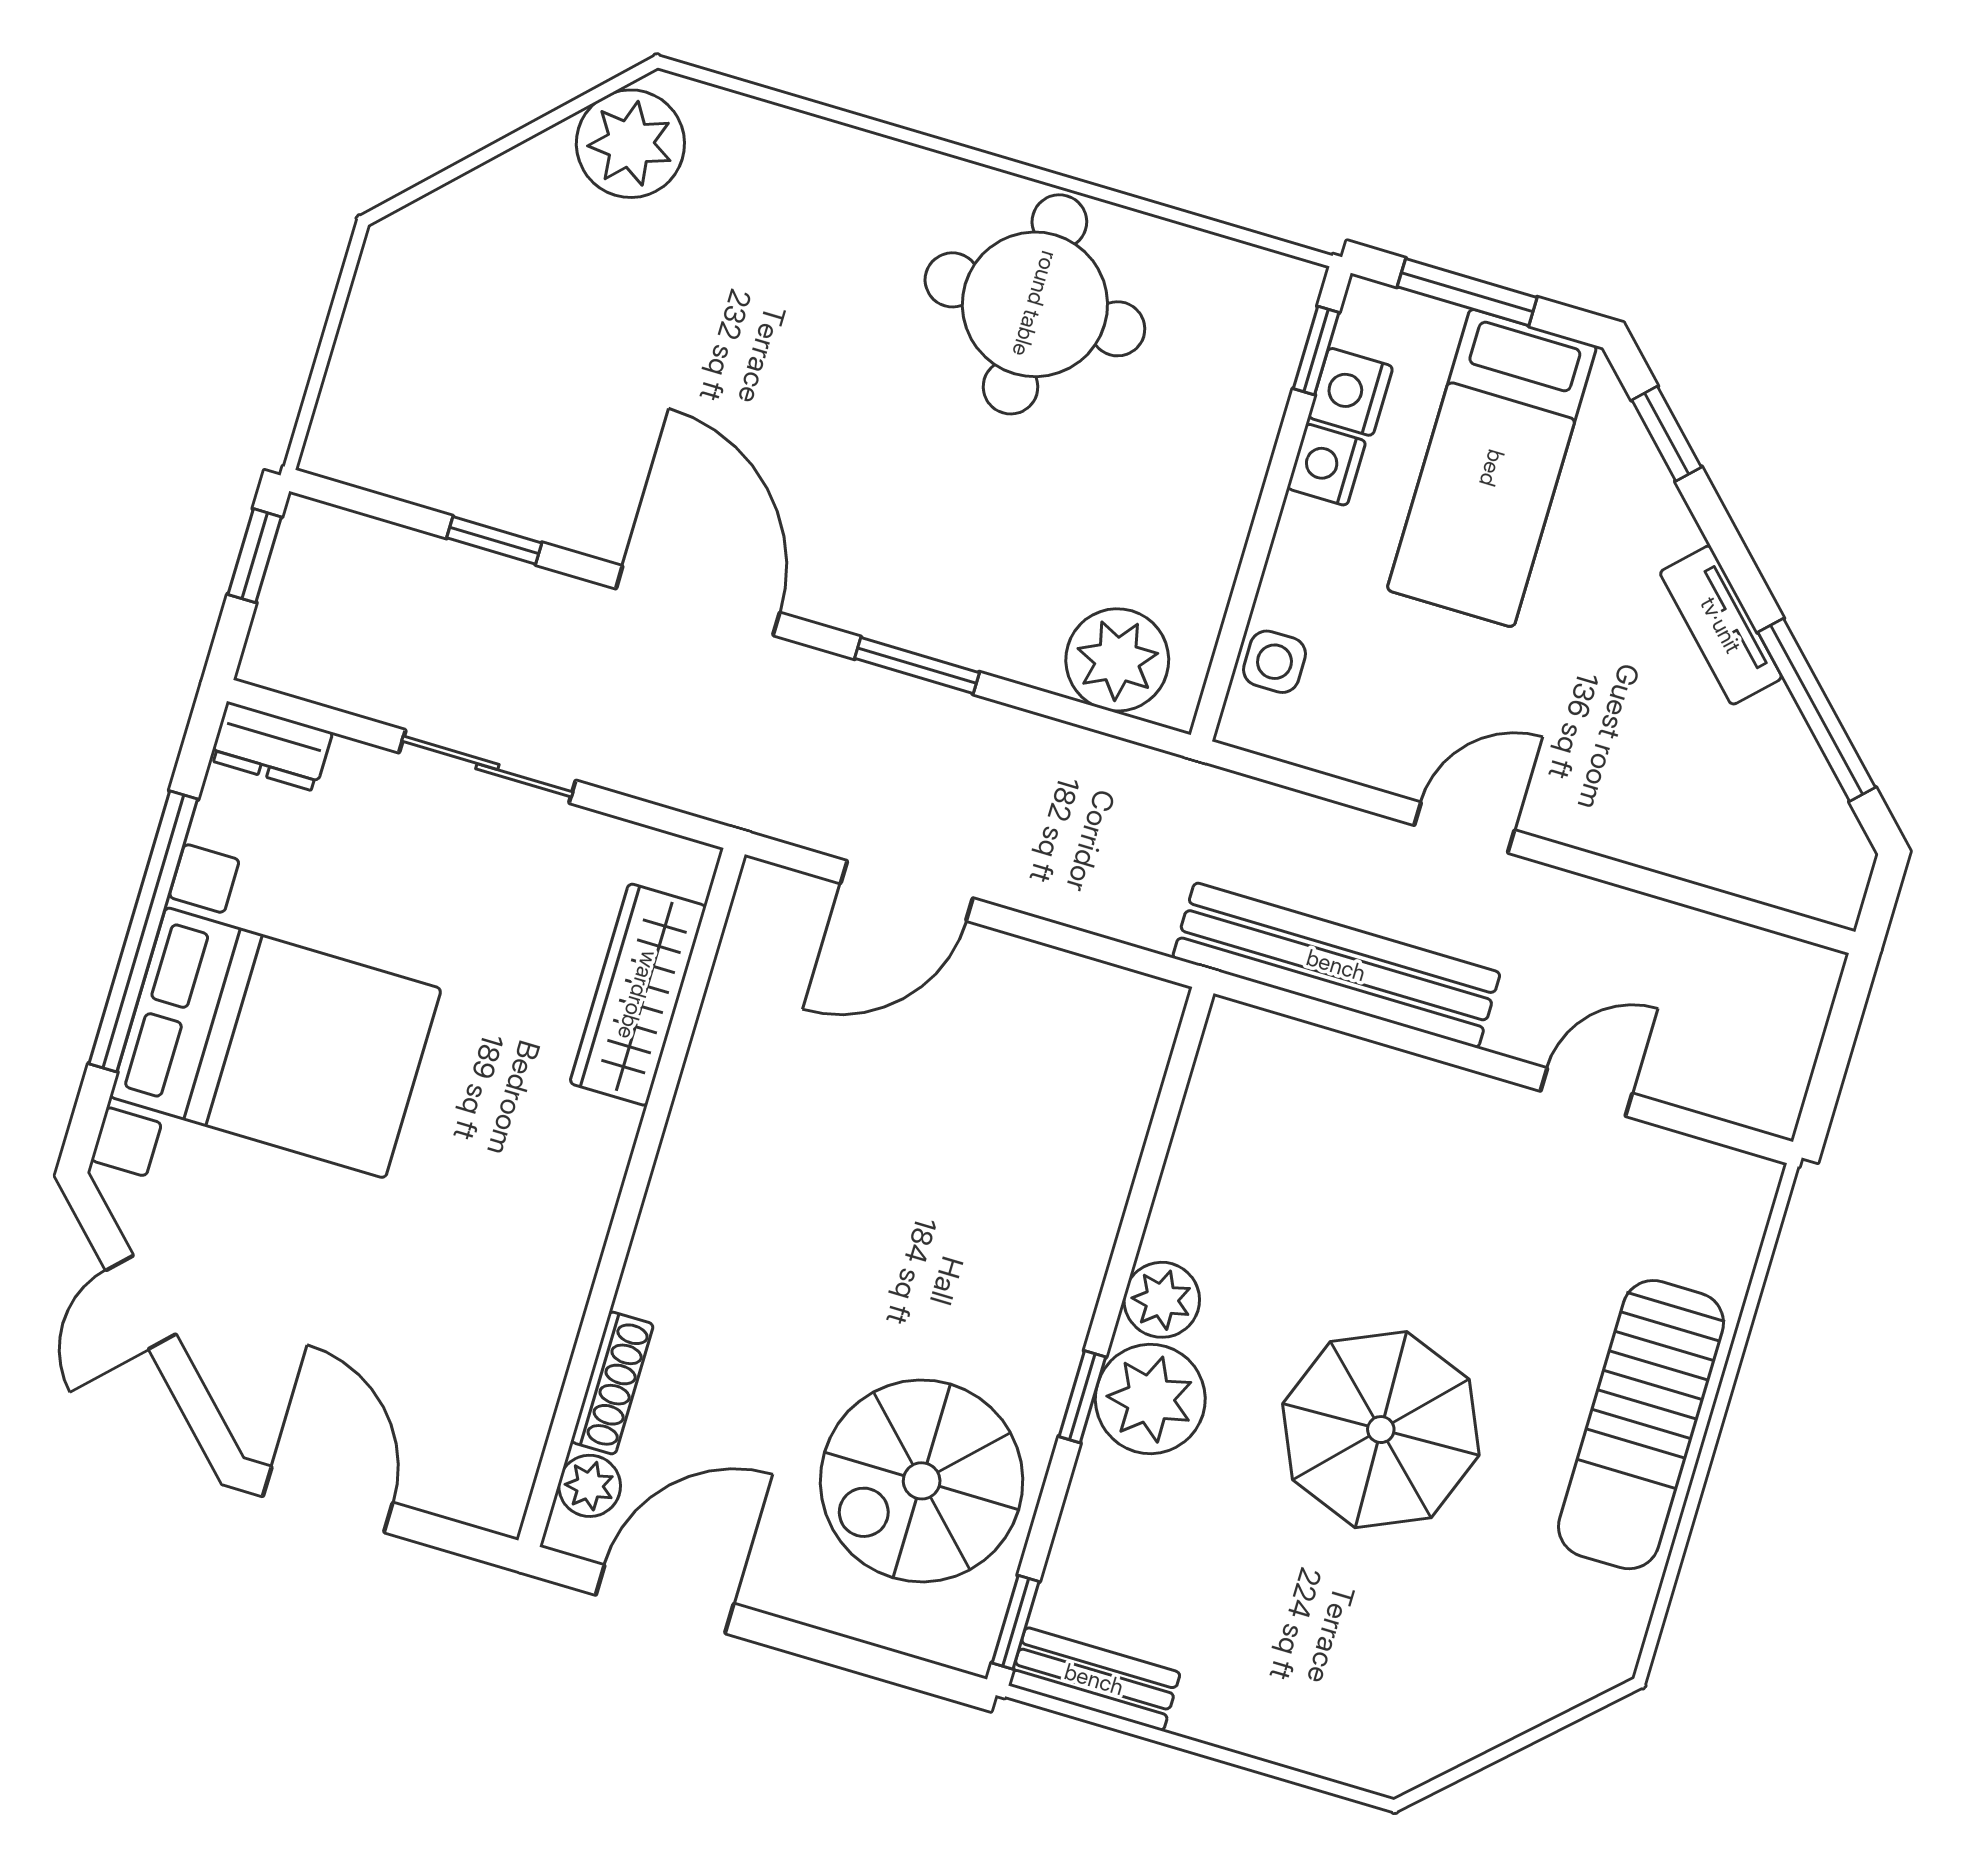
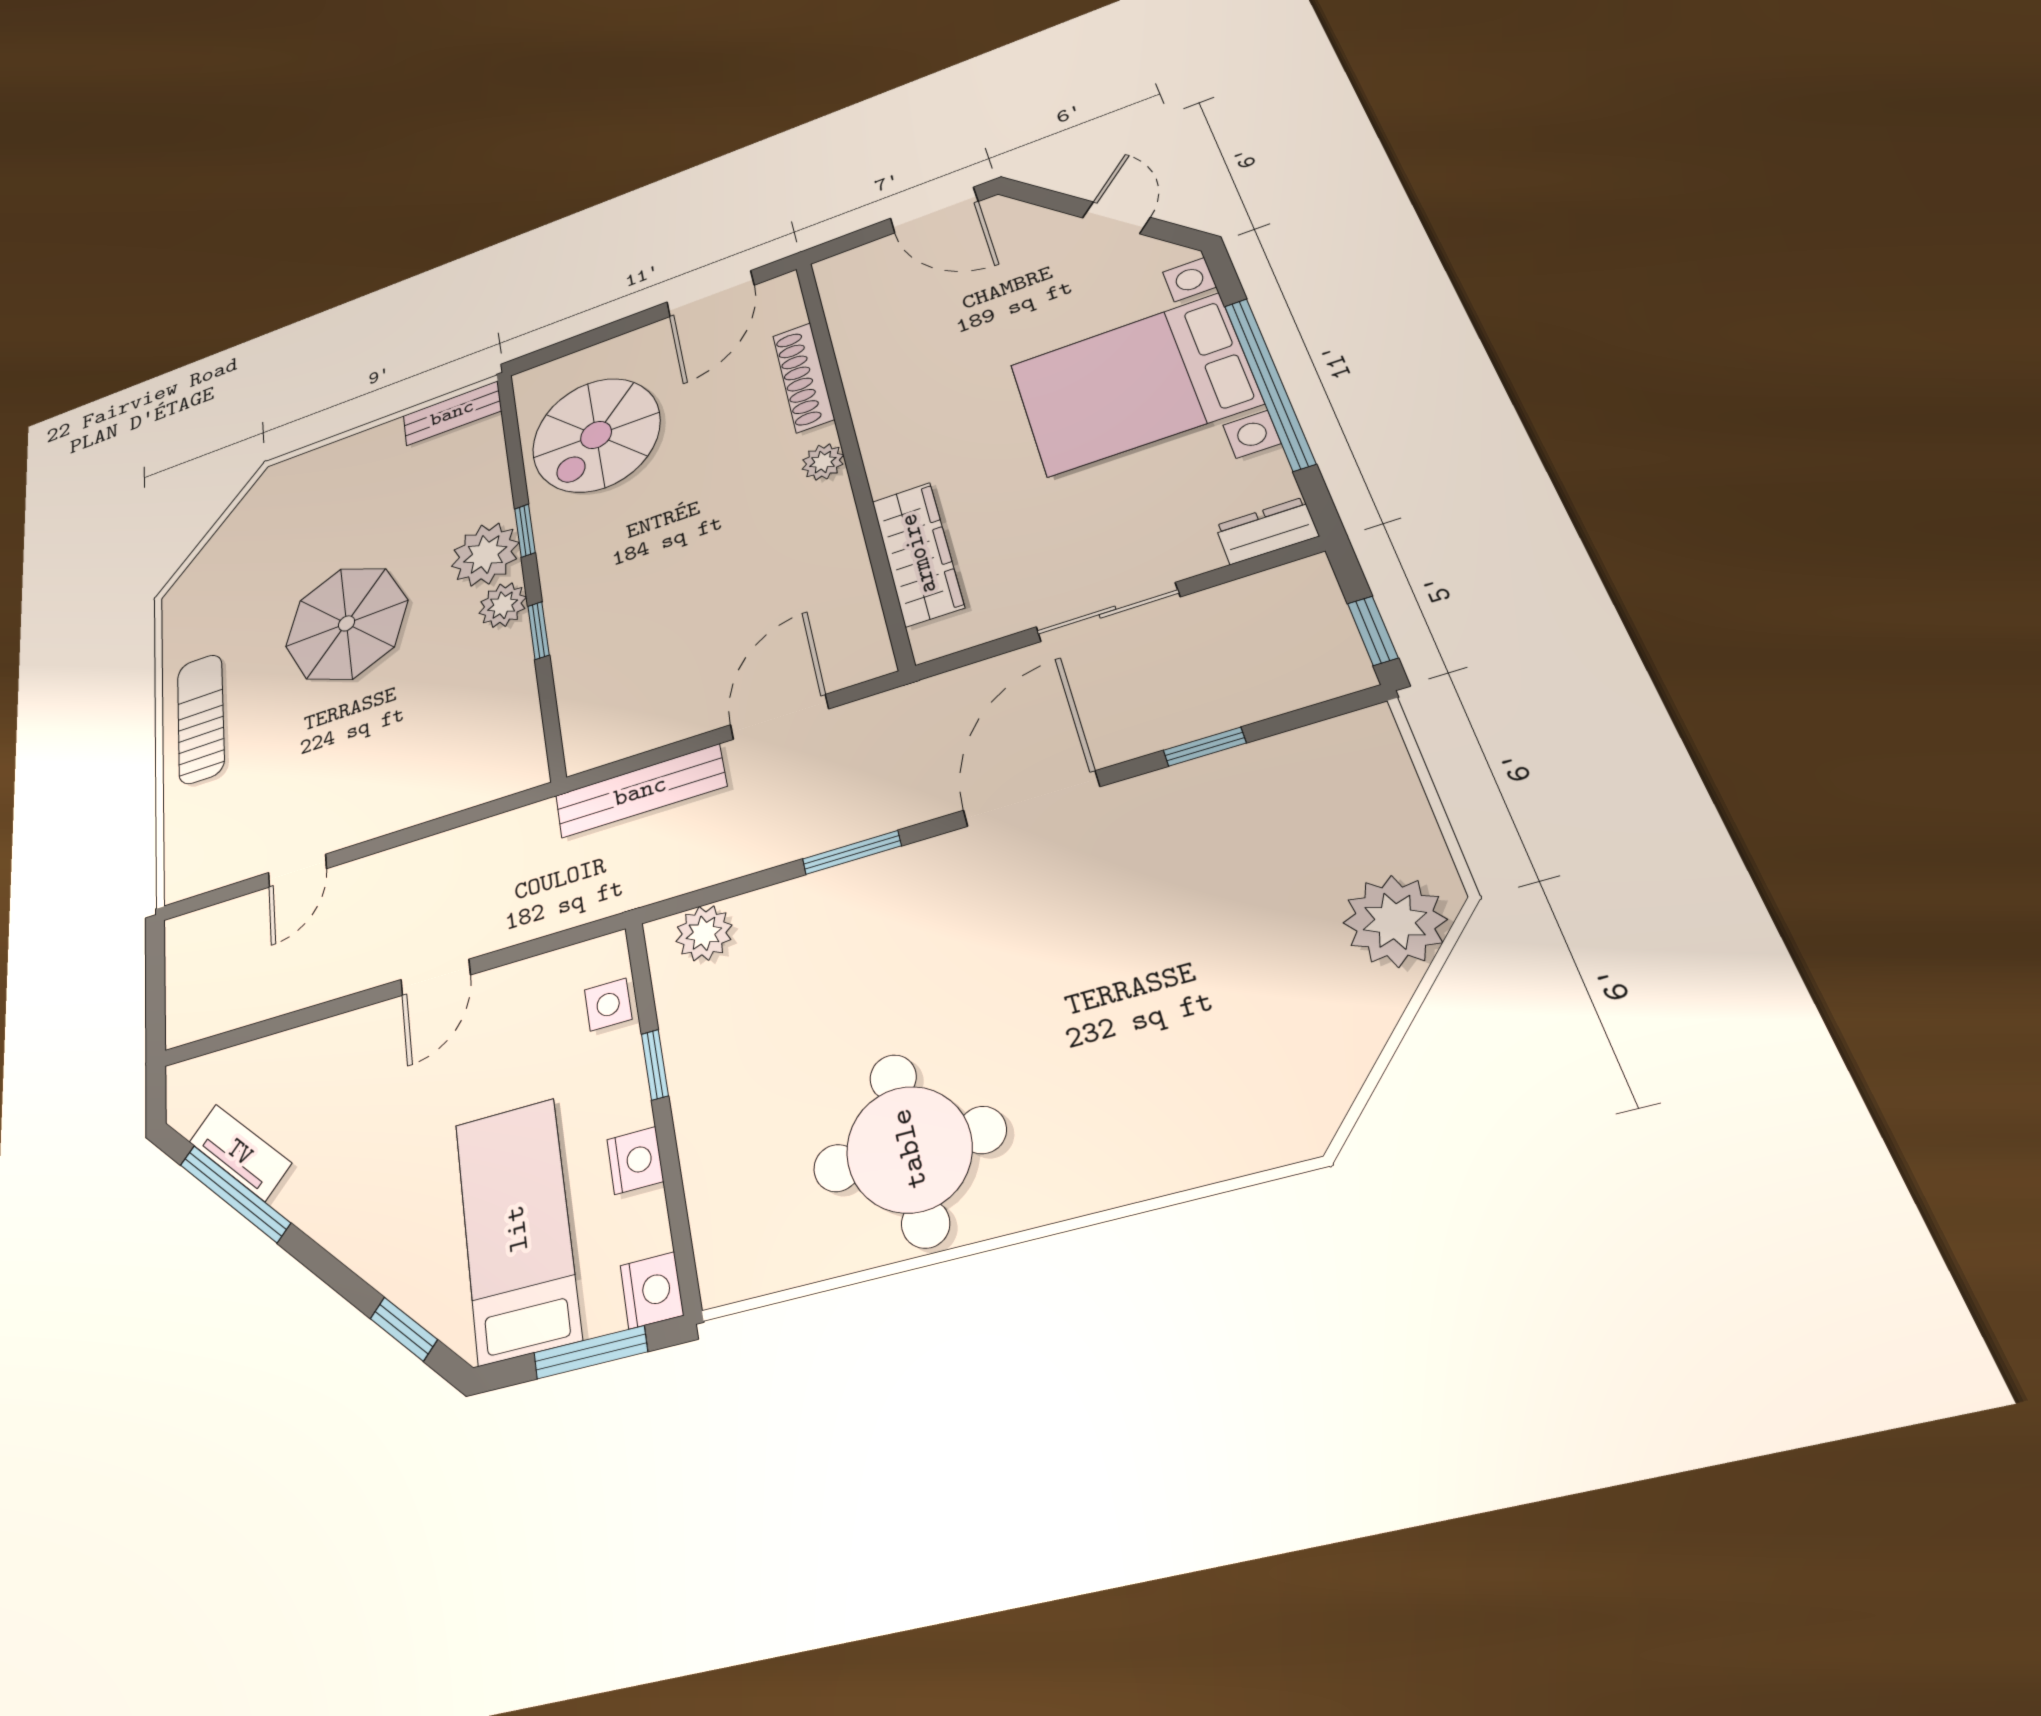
plant: (630, 144) -> (1395, 921), moved
window: (1316, 351) -> (655, 1065), moved
nightstand: (1351, 392) -> (652, 1290), moved
door: (698, 601) -> (1031, 799), swing flipped
tv unit: (1721, 625) -> (240, 1152), moved
plant: (1117, 660) -> (704, 933), width x0.73, depth x0.73
bench: (1336, 965) -> (640, 791), moved, width x0.73, depth x0.82
shoe rack: (612, 1383) -> (803, 377), width x1.36, depth x1.24
sun lounger: (1641, 1425) -> (201, 718), width x0.73, depth x0.75
spiral stairs: (922, 1481) -> (596, 435), turned 180
plant: (590, 1486) -> (823, 462), moved
window: (1016, 1622) -> (539, 631), moved

